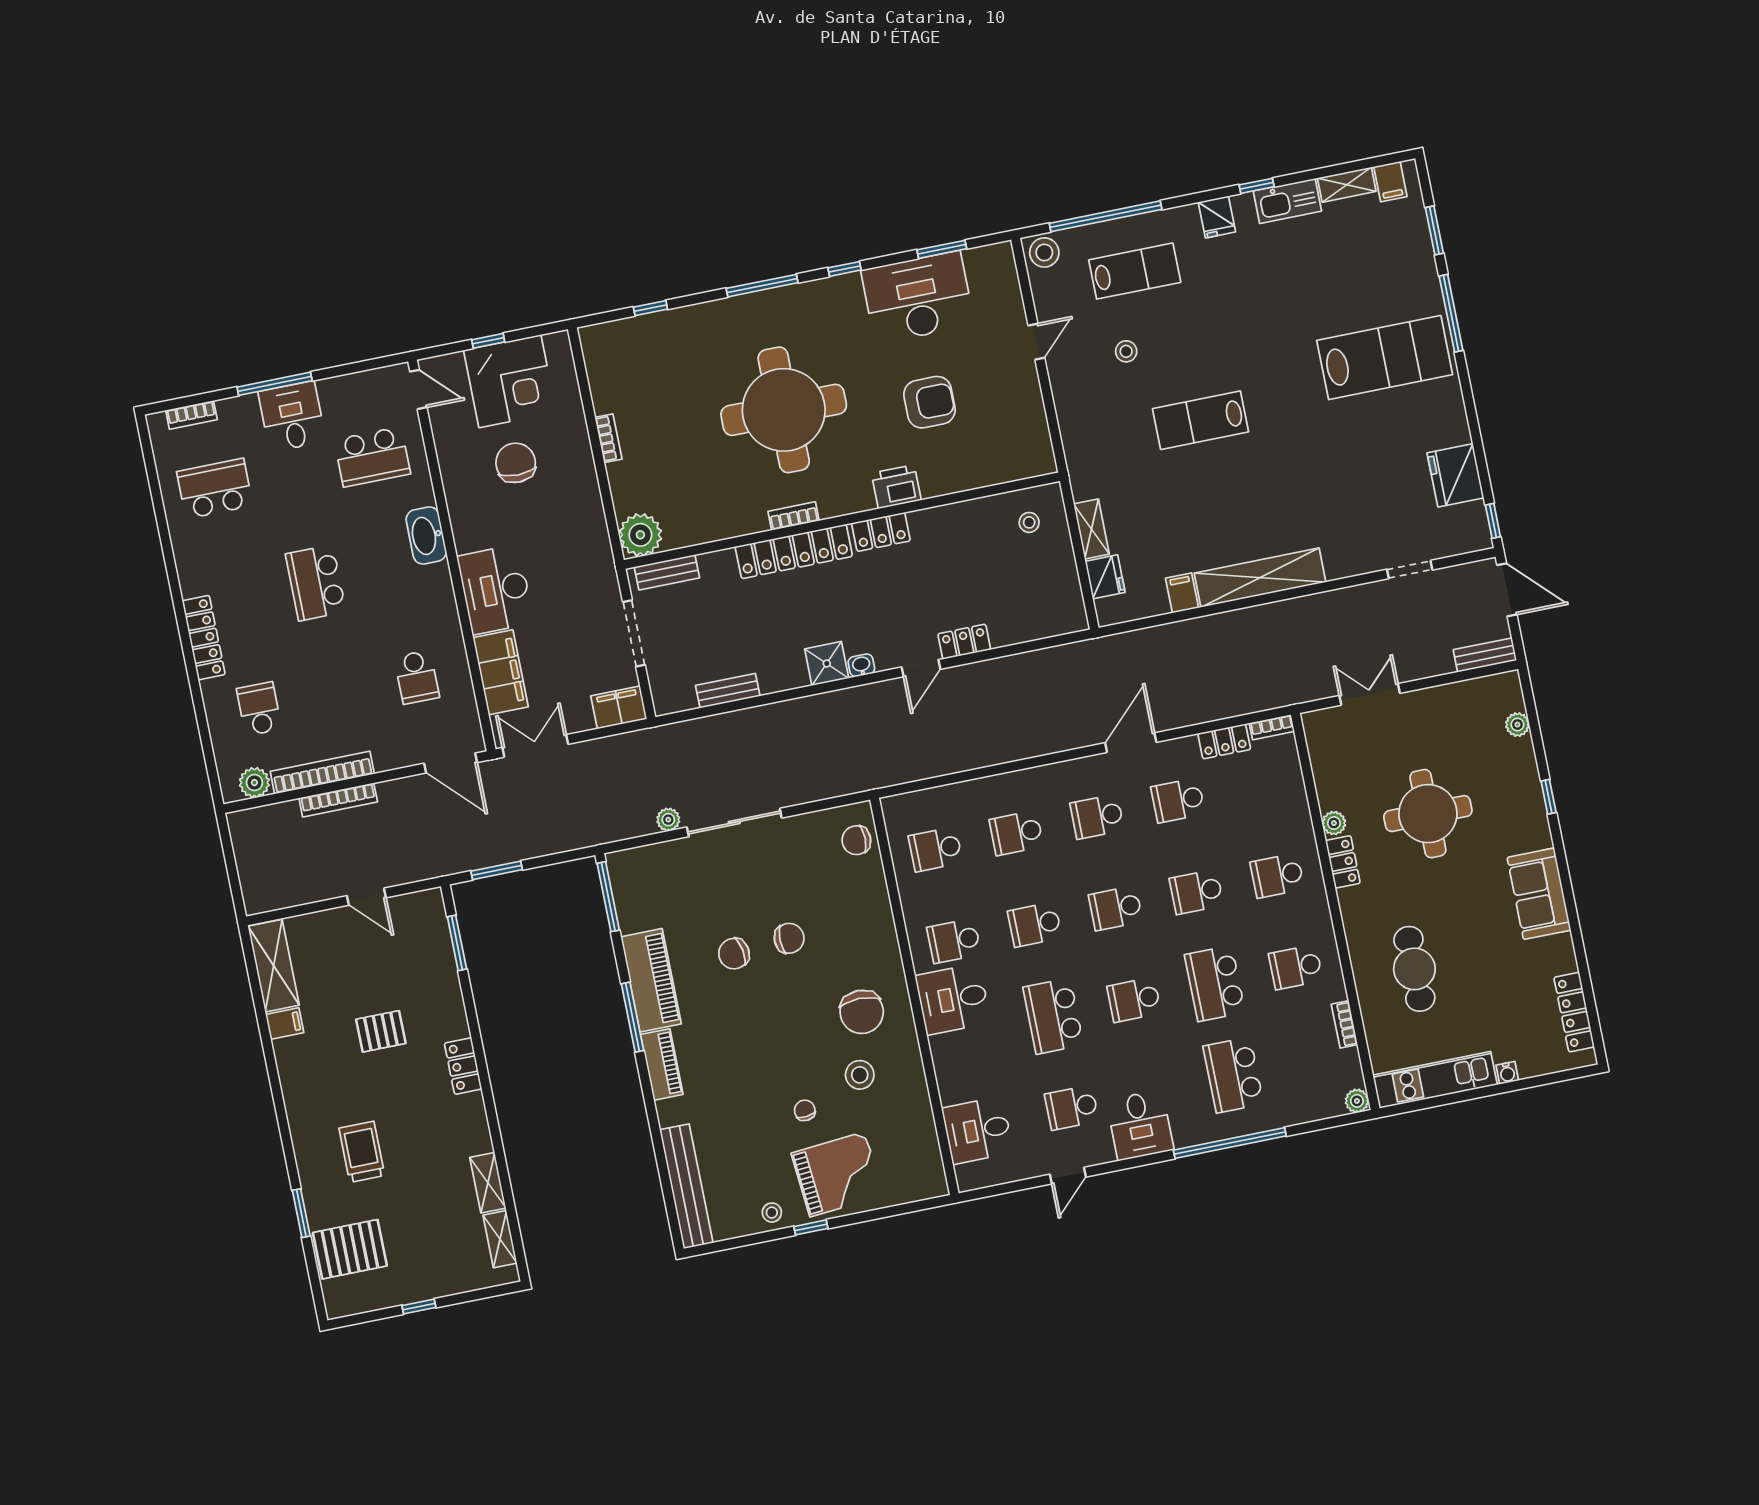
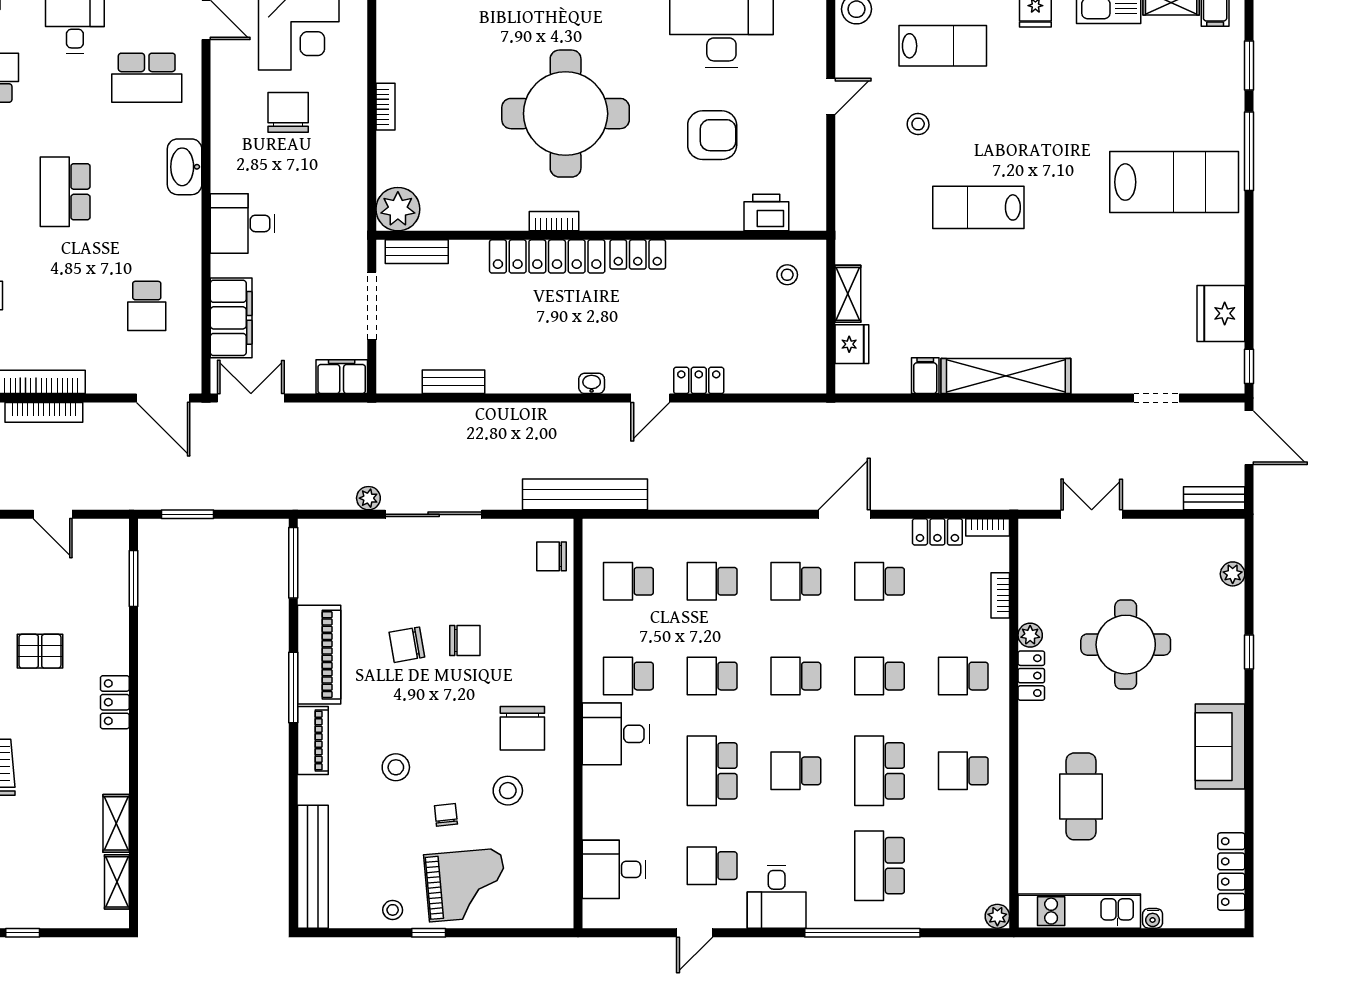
printer: (896, 487) -> (766, 213), moved
desk: (495, 590) -> (243, 223), width x0.73
shower: (827, 664) -> (557, 375), removed
bench: (877, 774) -> (585, 494), added
bookcase: (1344, 1024) -> (1000, 595), moved
stool: (747, 1074) -> (396, 767), added

